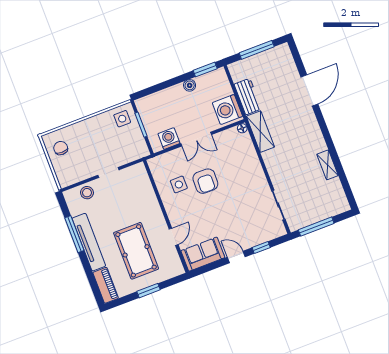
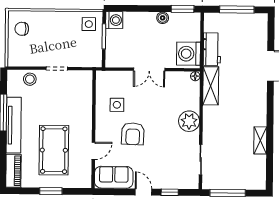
washing machine: (169, 138) -> (114, 20), moved, turned 90
chair: (61, 148) -> (22, 29), turned -90
plant: (253, 173) -> (189, 121), added
armchair: (205, 181) -> (133, 134), moved

